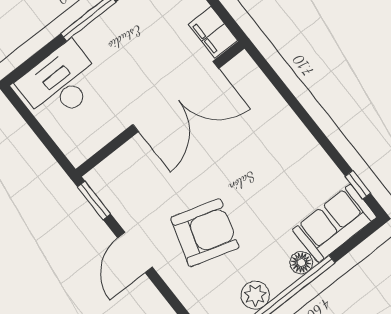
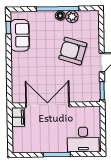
sofa: (335, 223) -> (20, 35), moved, turned -90
floor lamp: (301, 263) -> (60, 16), moved

